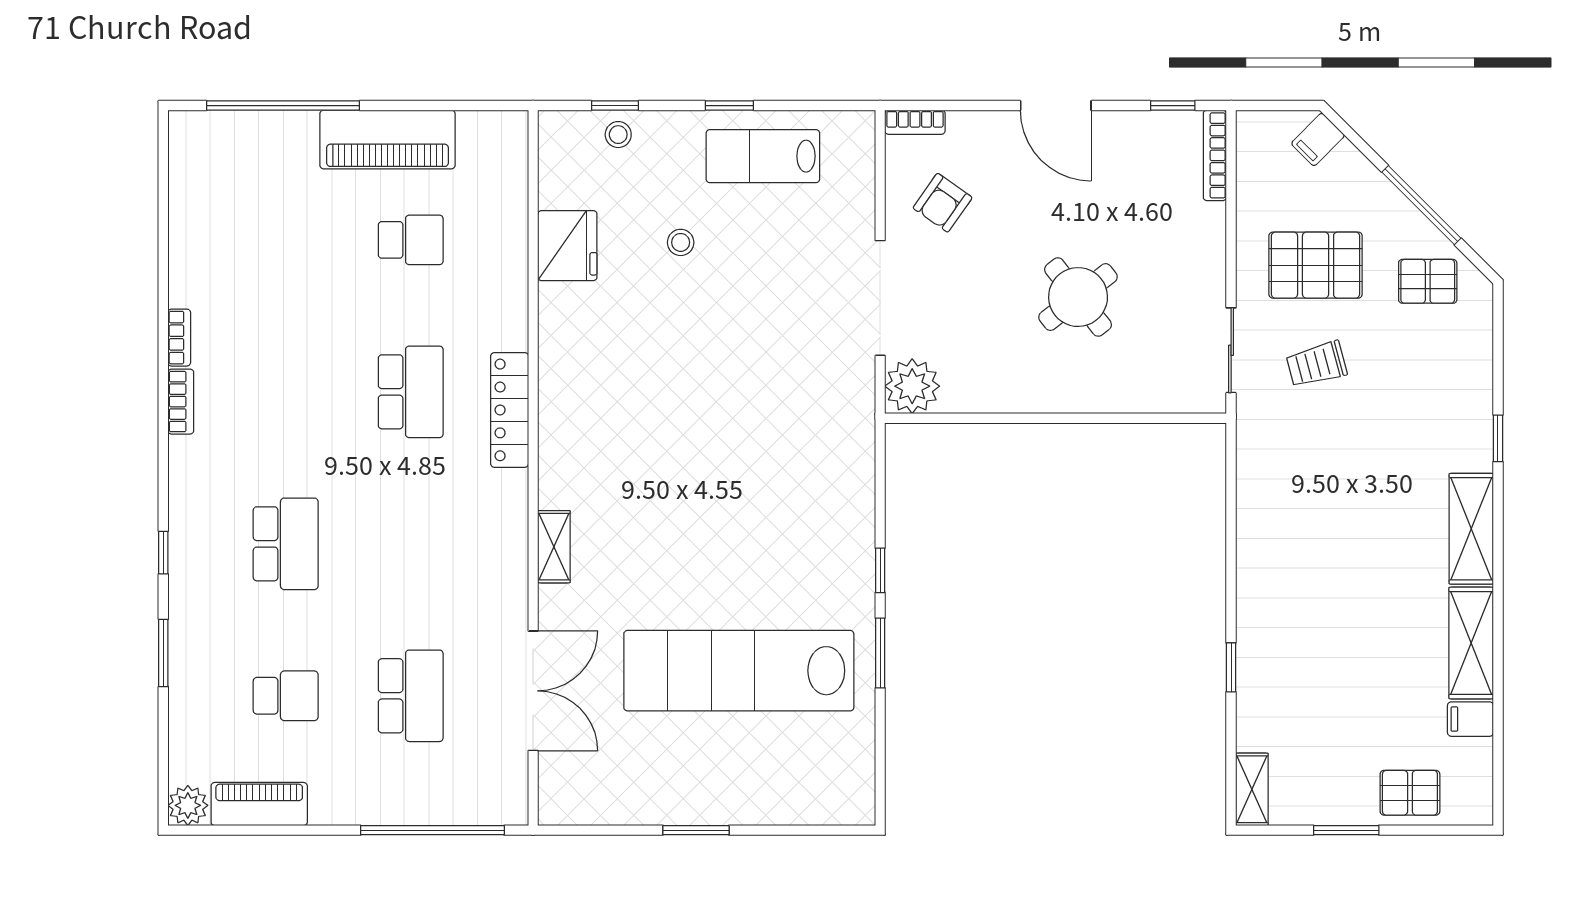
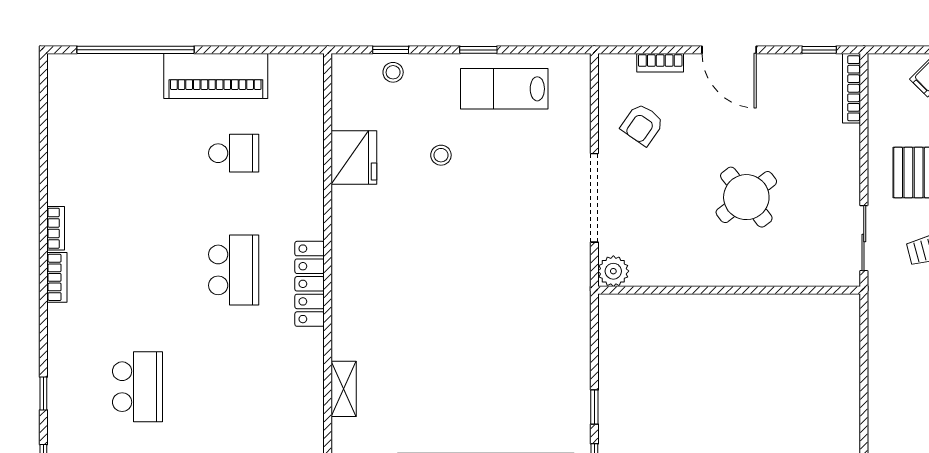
bookcase: (915, 122) -> (660, 63), moved
plant: (912, 386) -> (613, 271), width x0.73, depth x0.73

